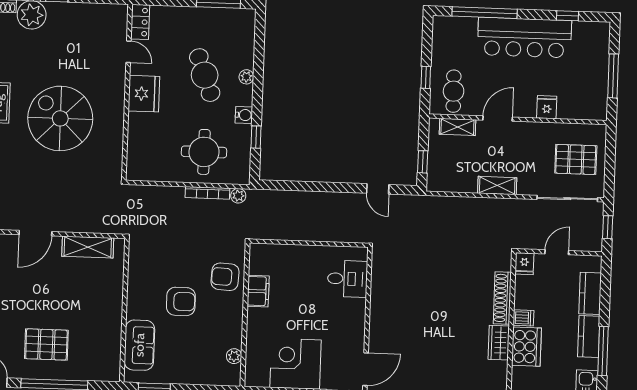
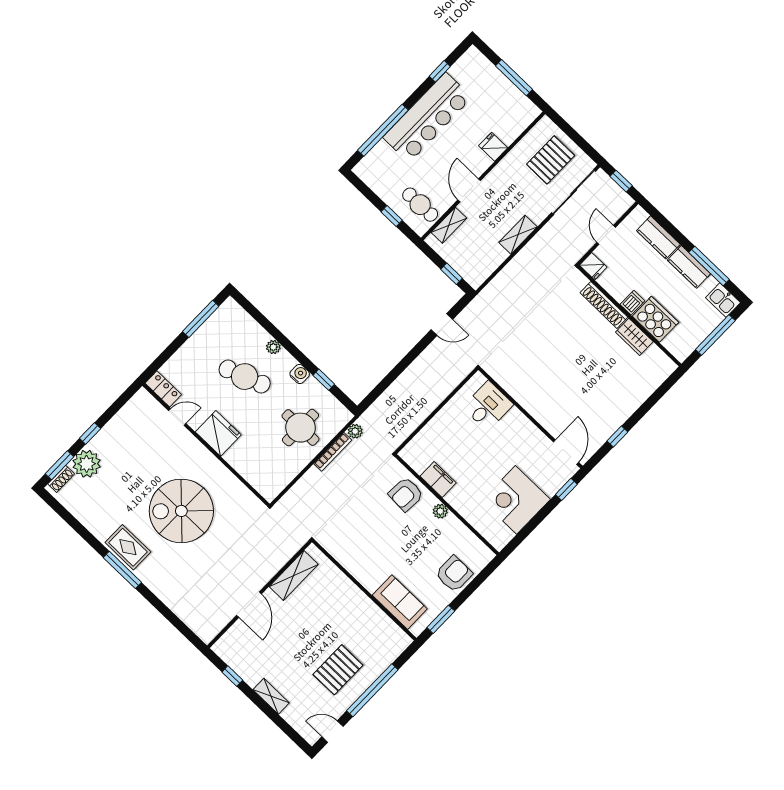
armchair: (181, 301) -> (454, 574), moved
plant: (234, 356) -> (440, 511), moved

